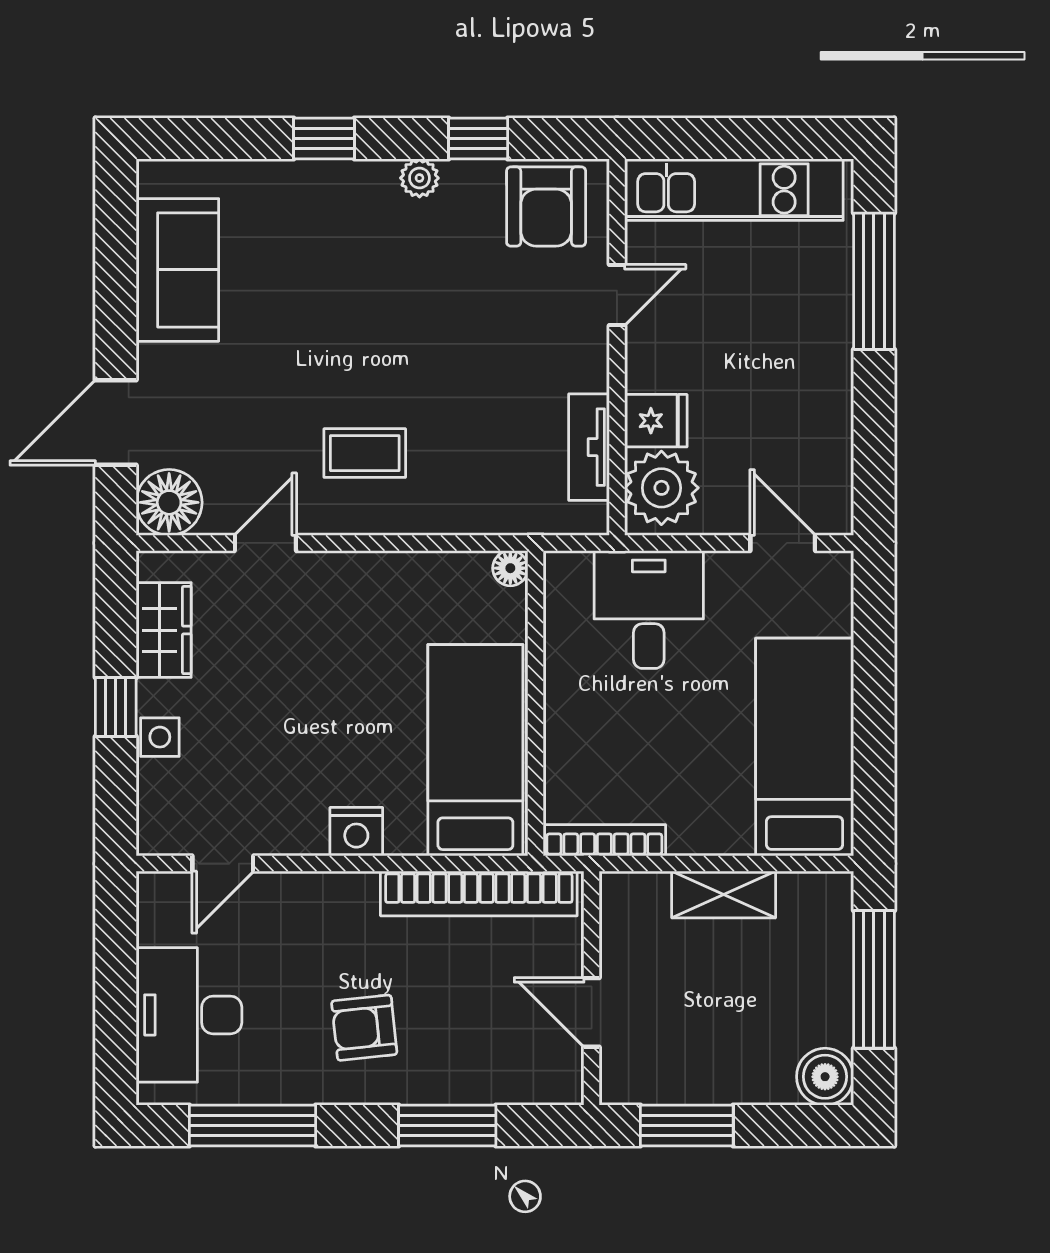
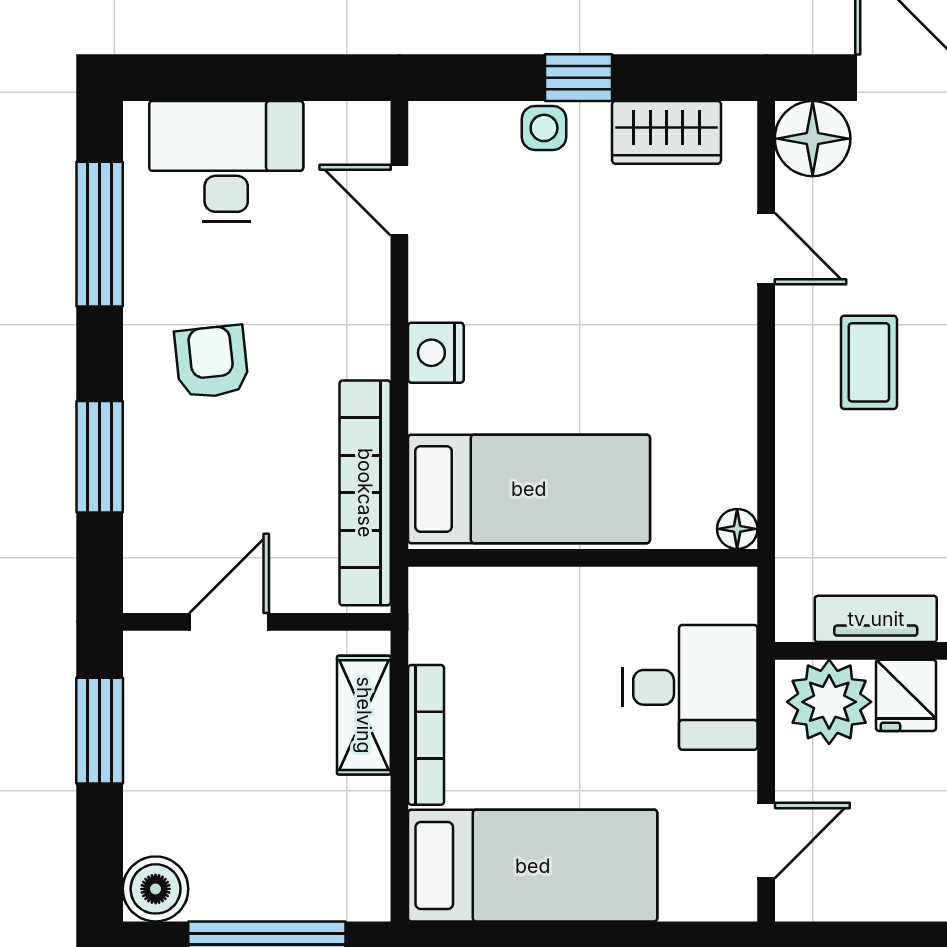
bookcase: (604, 840) -> (426, 735), moved
shelving: (724, 895) -> (364, 715), moved

